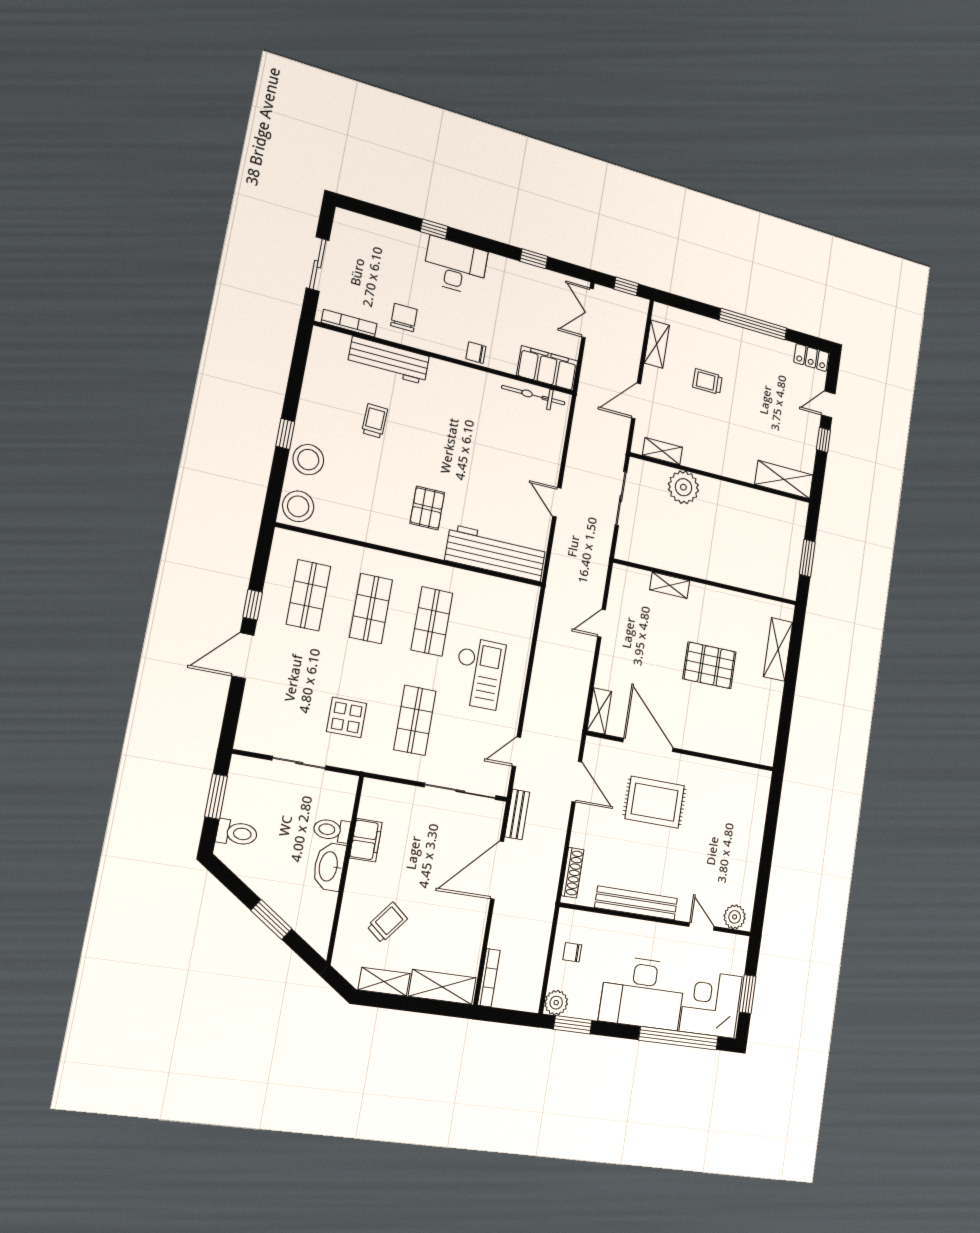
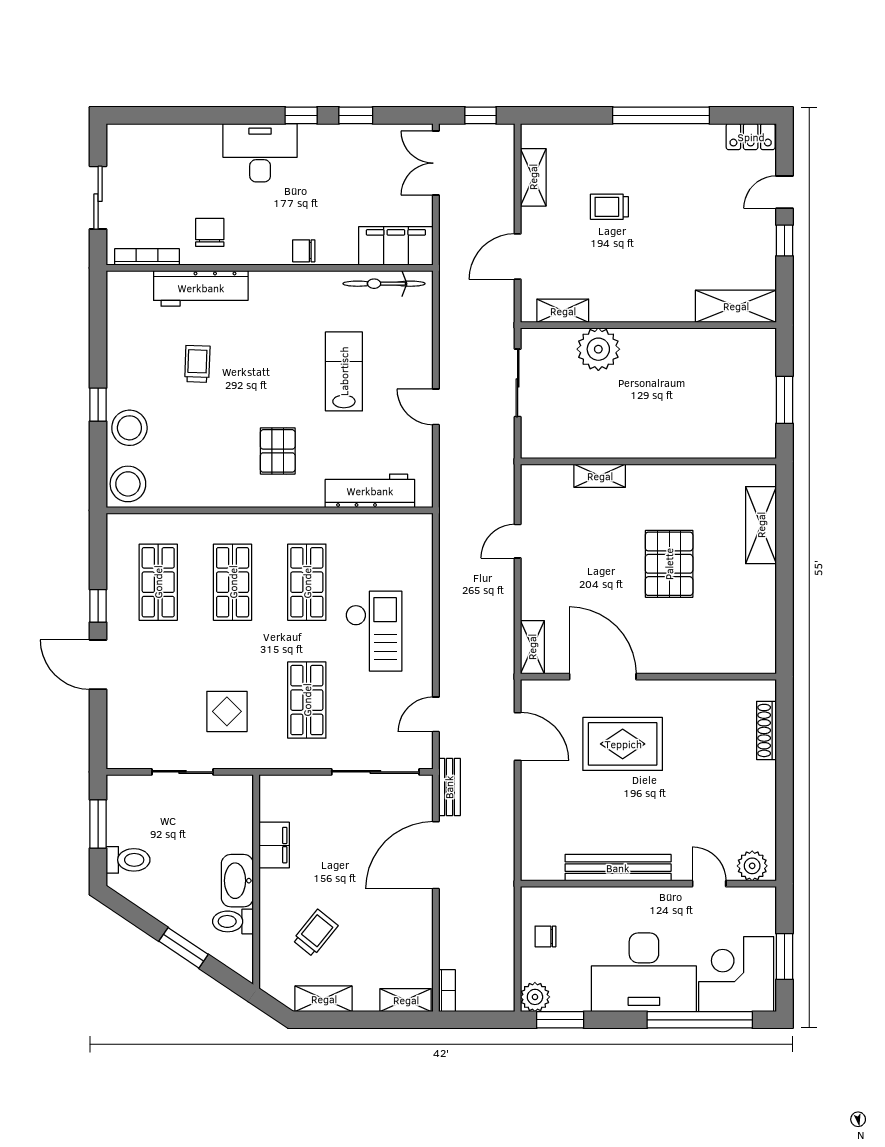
window: (434, 229) -> (301, 115), moved
lab bench: (491, 457) -> (344, 371), added
workbench: (496, 553) -> (370, 491), width x0.73, depth x0.76
door: (243, 656) -> (98, 665), hinge flipped
pallet: (709, 665) -> (669, 564), turned 90
toilet: (332, 830) -> (233, 921), moved
shoe rack: (573, 873) -> (766, 730), moved, turned 180
bookcase: (489, 978) -> (447, 991), width x0.64
shelving: (442, 987) -> (406, 1000), width x0.67, depth x0.75

